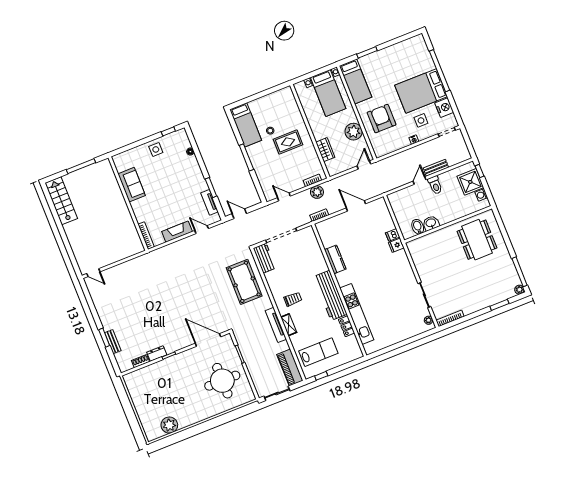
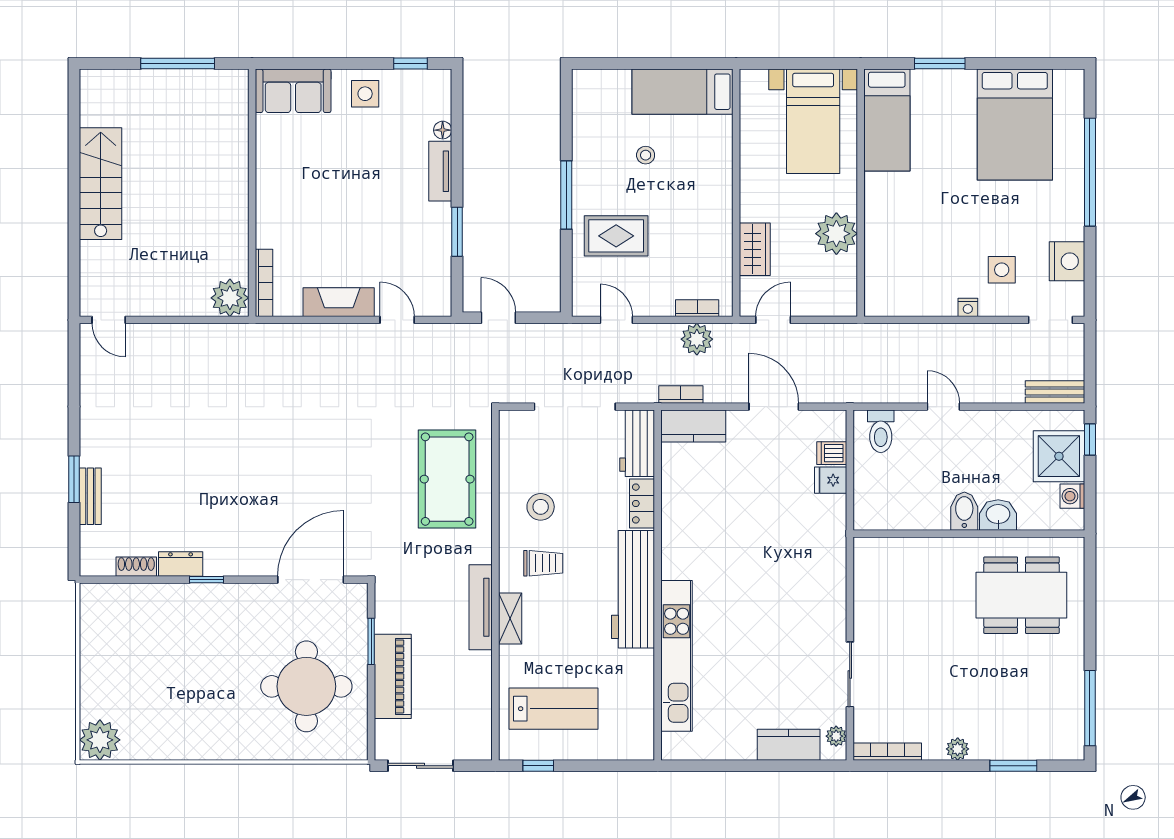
bed: (421, 91) -> (1015, 125), moved, turned -90
armchair: (382, 119) -> (913, 229), removed
bed: (246, 125) -> (683, 92), moved, turned 90
rug: (288, 142) -> (616, 236), moved
door: (364, 165) -> (773, 320), moved
bench: (436, 168) -> (1055, 392), moved
door: (420, 181) -> (943, 407), hinge flipped
sofa: (132, 185) -> (293, 91), moved, turned 90
toilet: (435, 185) -> (881, 431), moved
stairs: (61, 201) -> (101, 184), moved
tv unit: (209, 202) -> (440, 171), moved
washbasin: (431, 223) -> (998, 515), moved
bidet: (418, 227) -> (964, 511), moved
dishwasher: (393, 235) -> (832, 453), moved
dining table: (477, 240) -> (1021, 595), turned 90
fridge: (396, 245) -> (831, 480), moved
plant: (136, 246) -> (230, 298), added
workbench: (265, 258) -> (637, 443), moved, turned 180
kitchen counter: (335, 259) -> (693, 426), moved, turned 90
stool: (283, 278) -> (541, 507), added
plant: (519, 290) -> (958, 749), moved
locker: (347, 326) -> (642, 503), moved
kitchen counter: (412, 331) -> (789, 745), added
door: (208, 340) -> (311, 580), hinge flipped
piano: (290, 368) -> (393, 676), moved, turned 180
plant: (169, 425) -> (100, 740), moved

